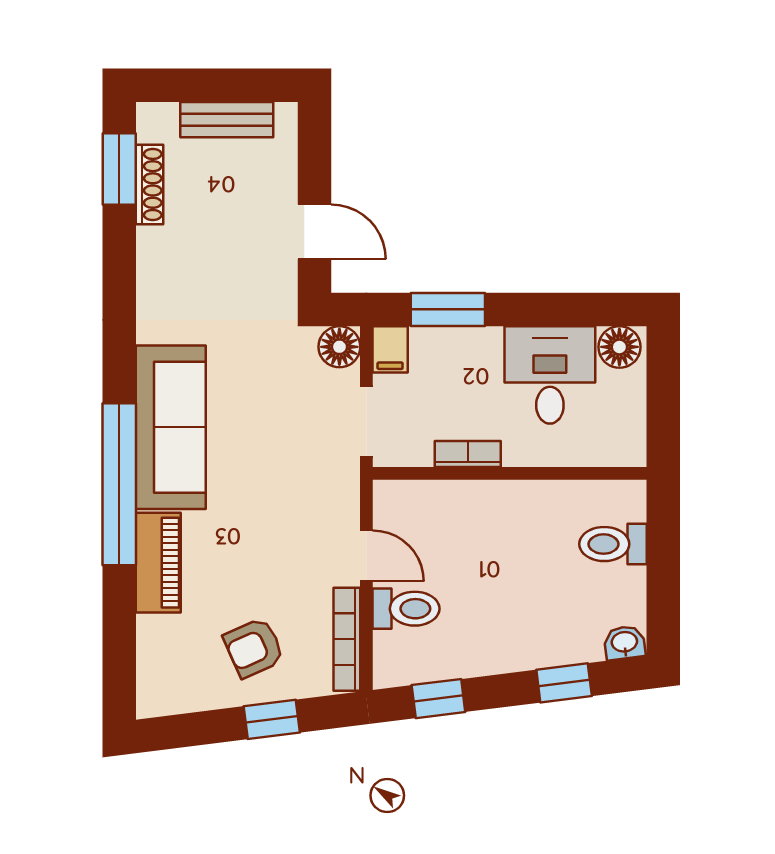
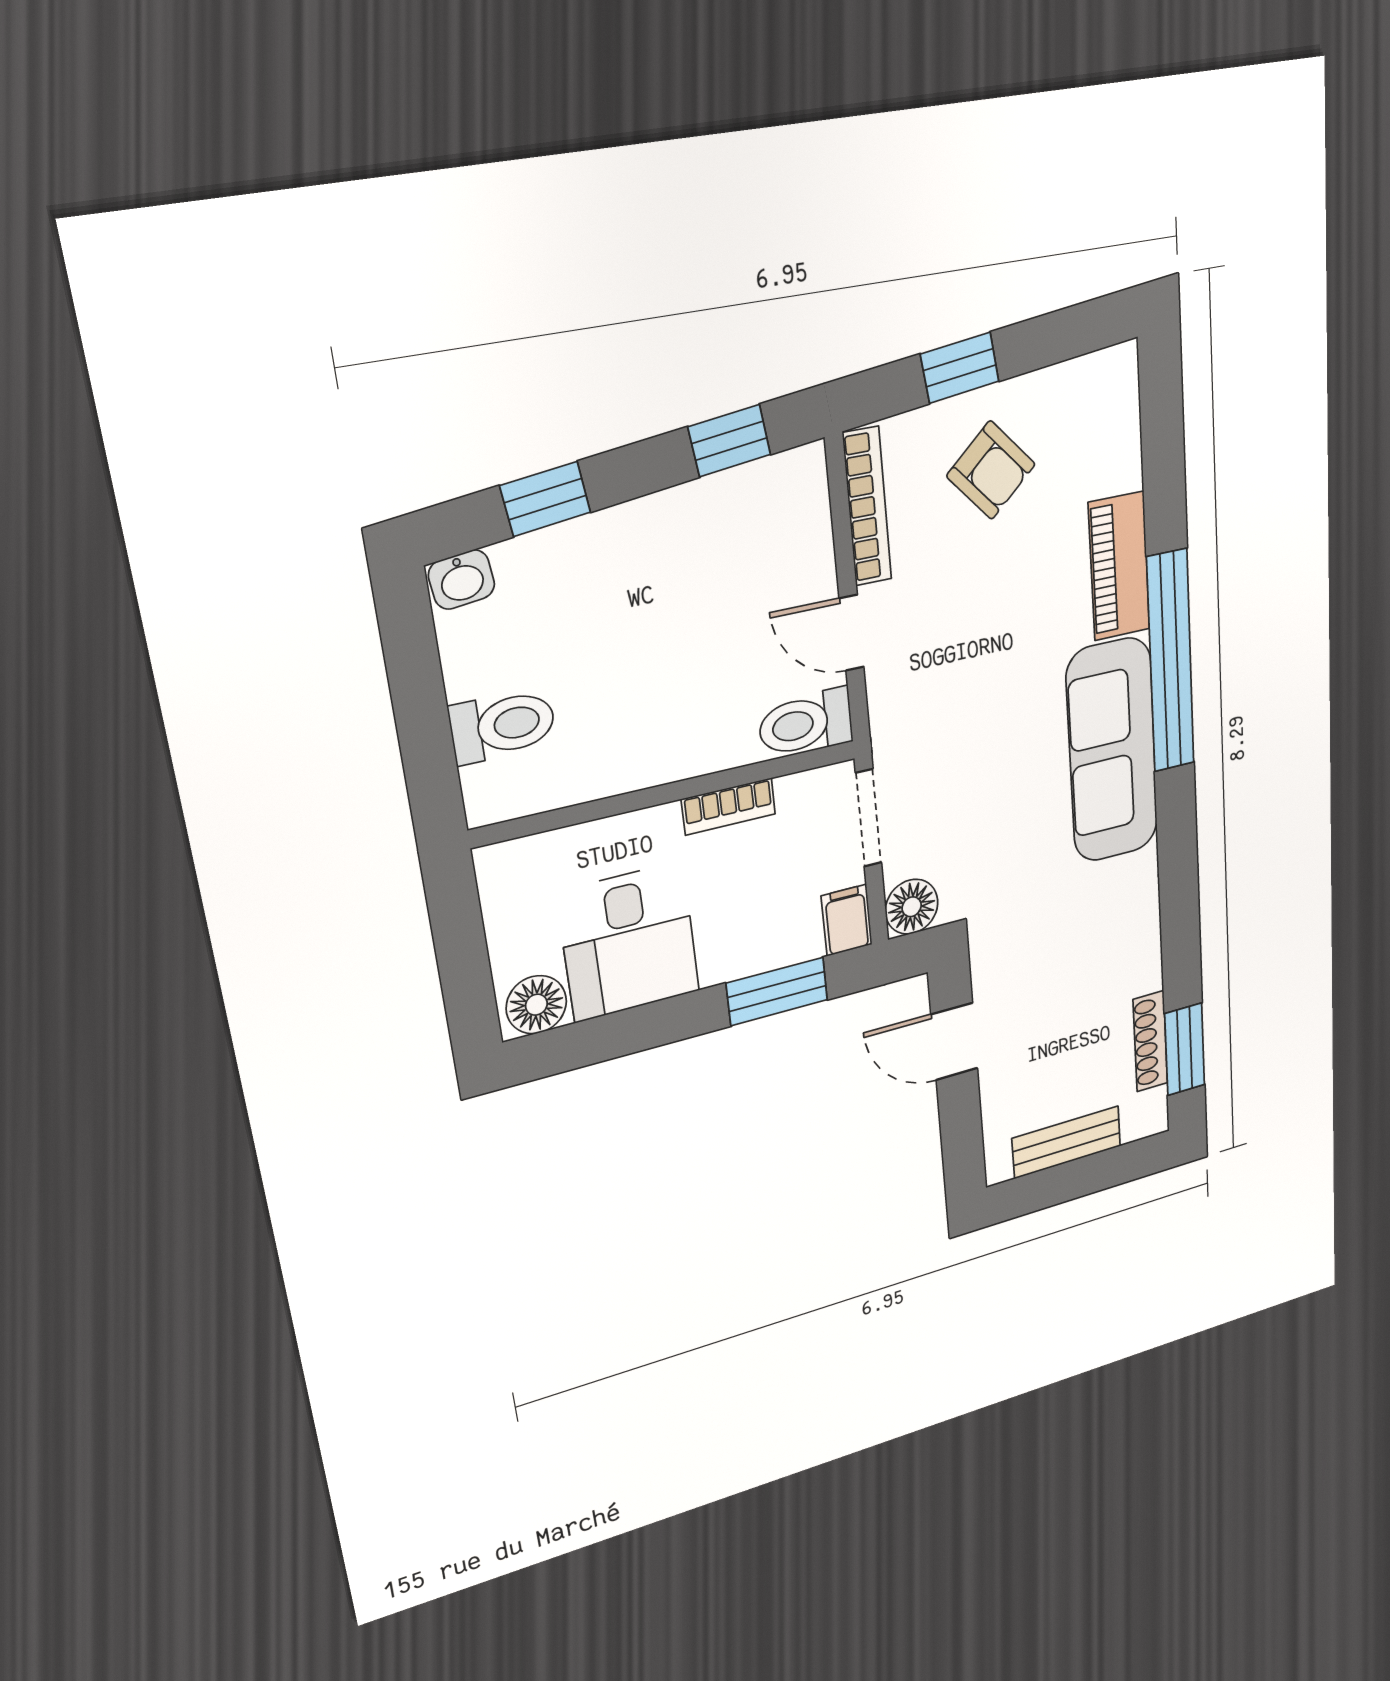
toilet: (406, 609) -> (806, 723), moved
armchair: (254, 648) -> (991, 470), turned 72

